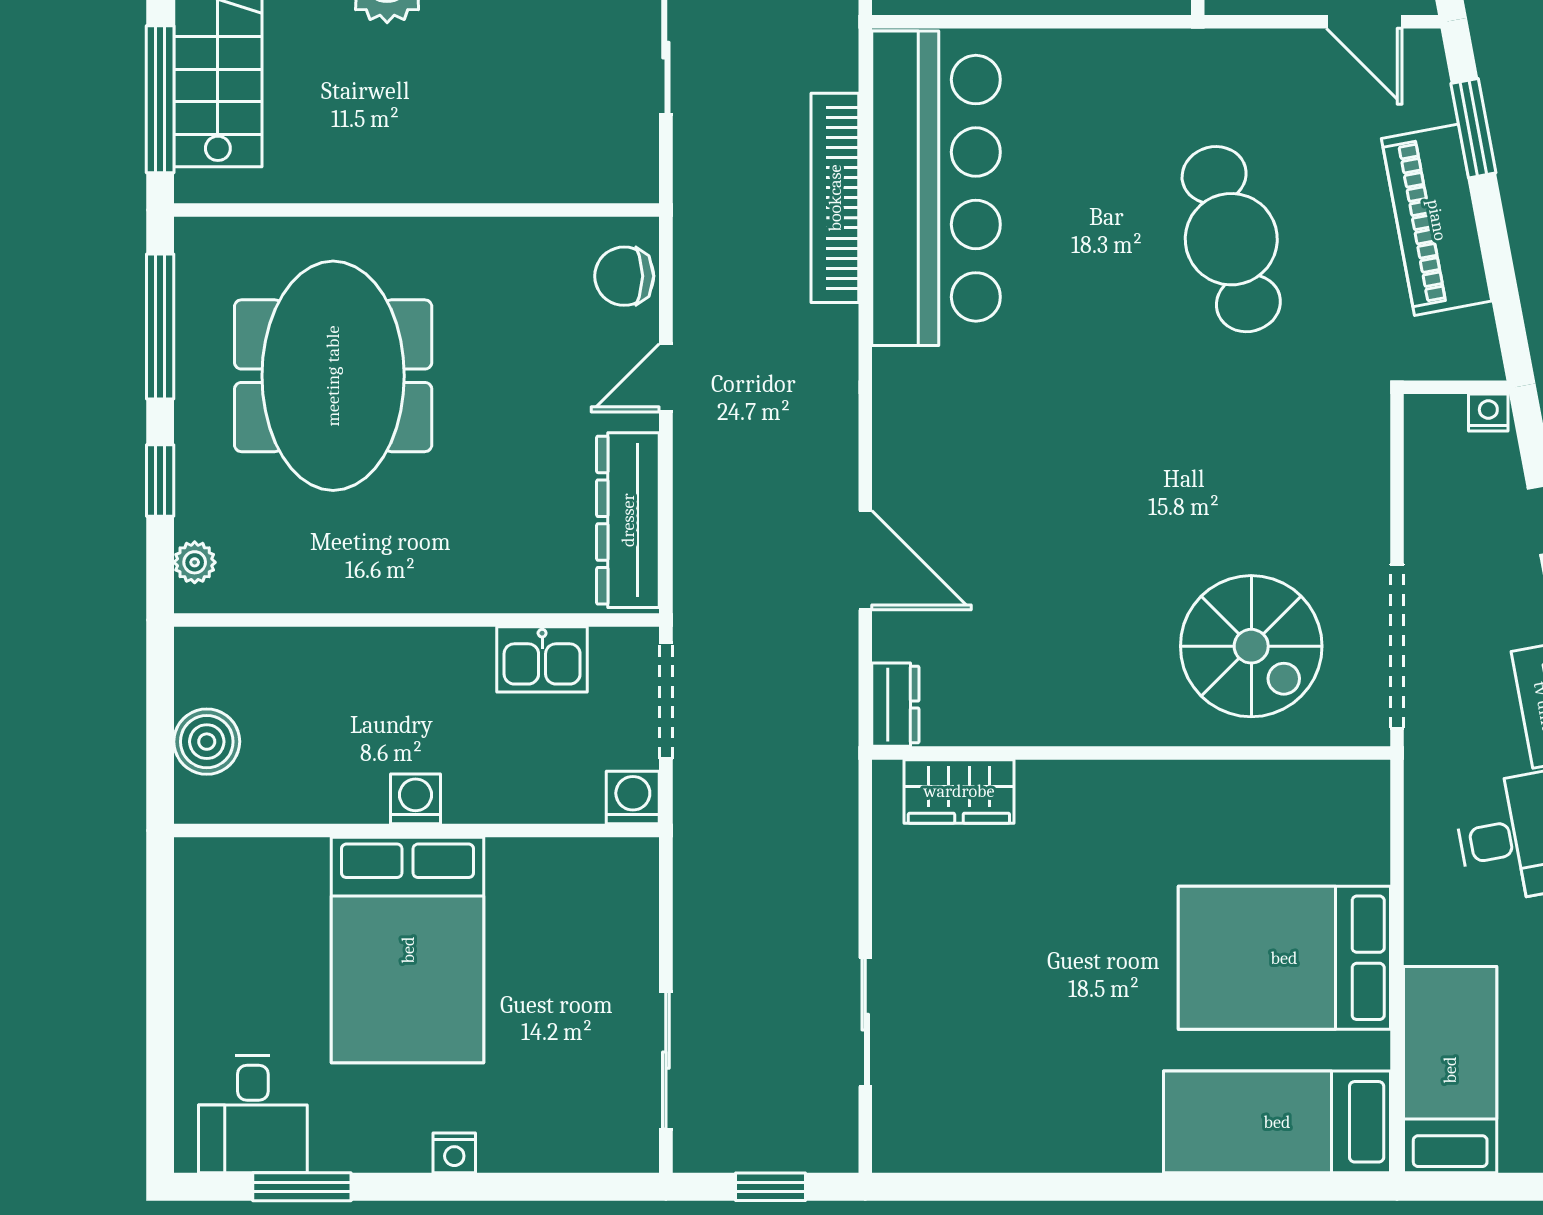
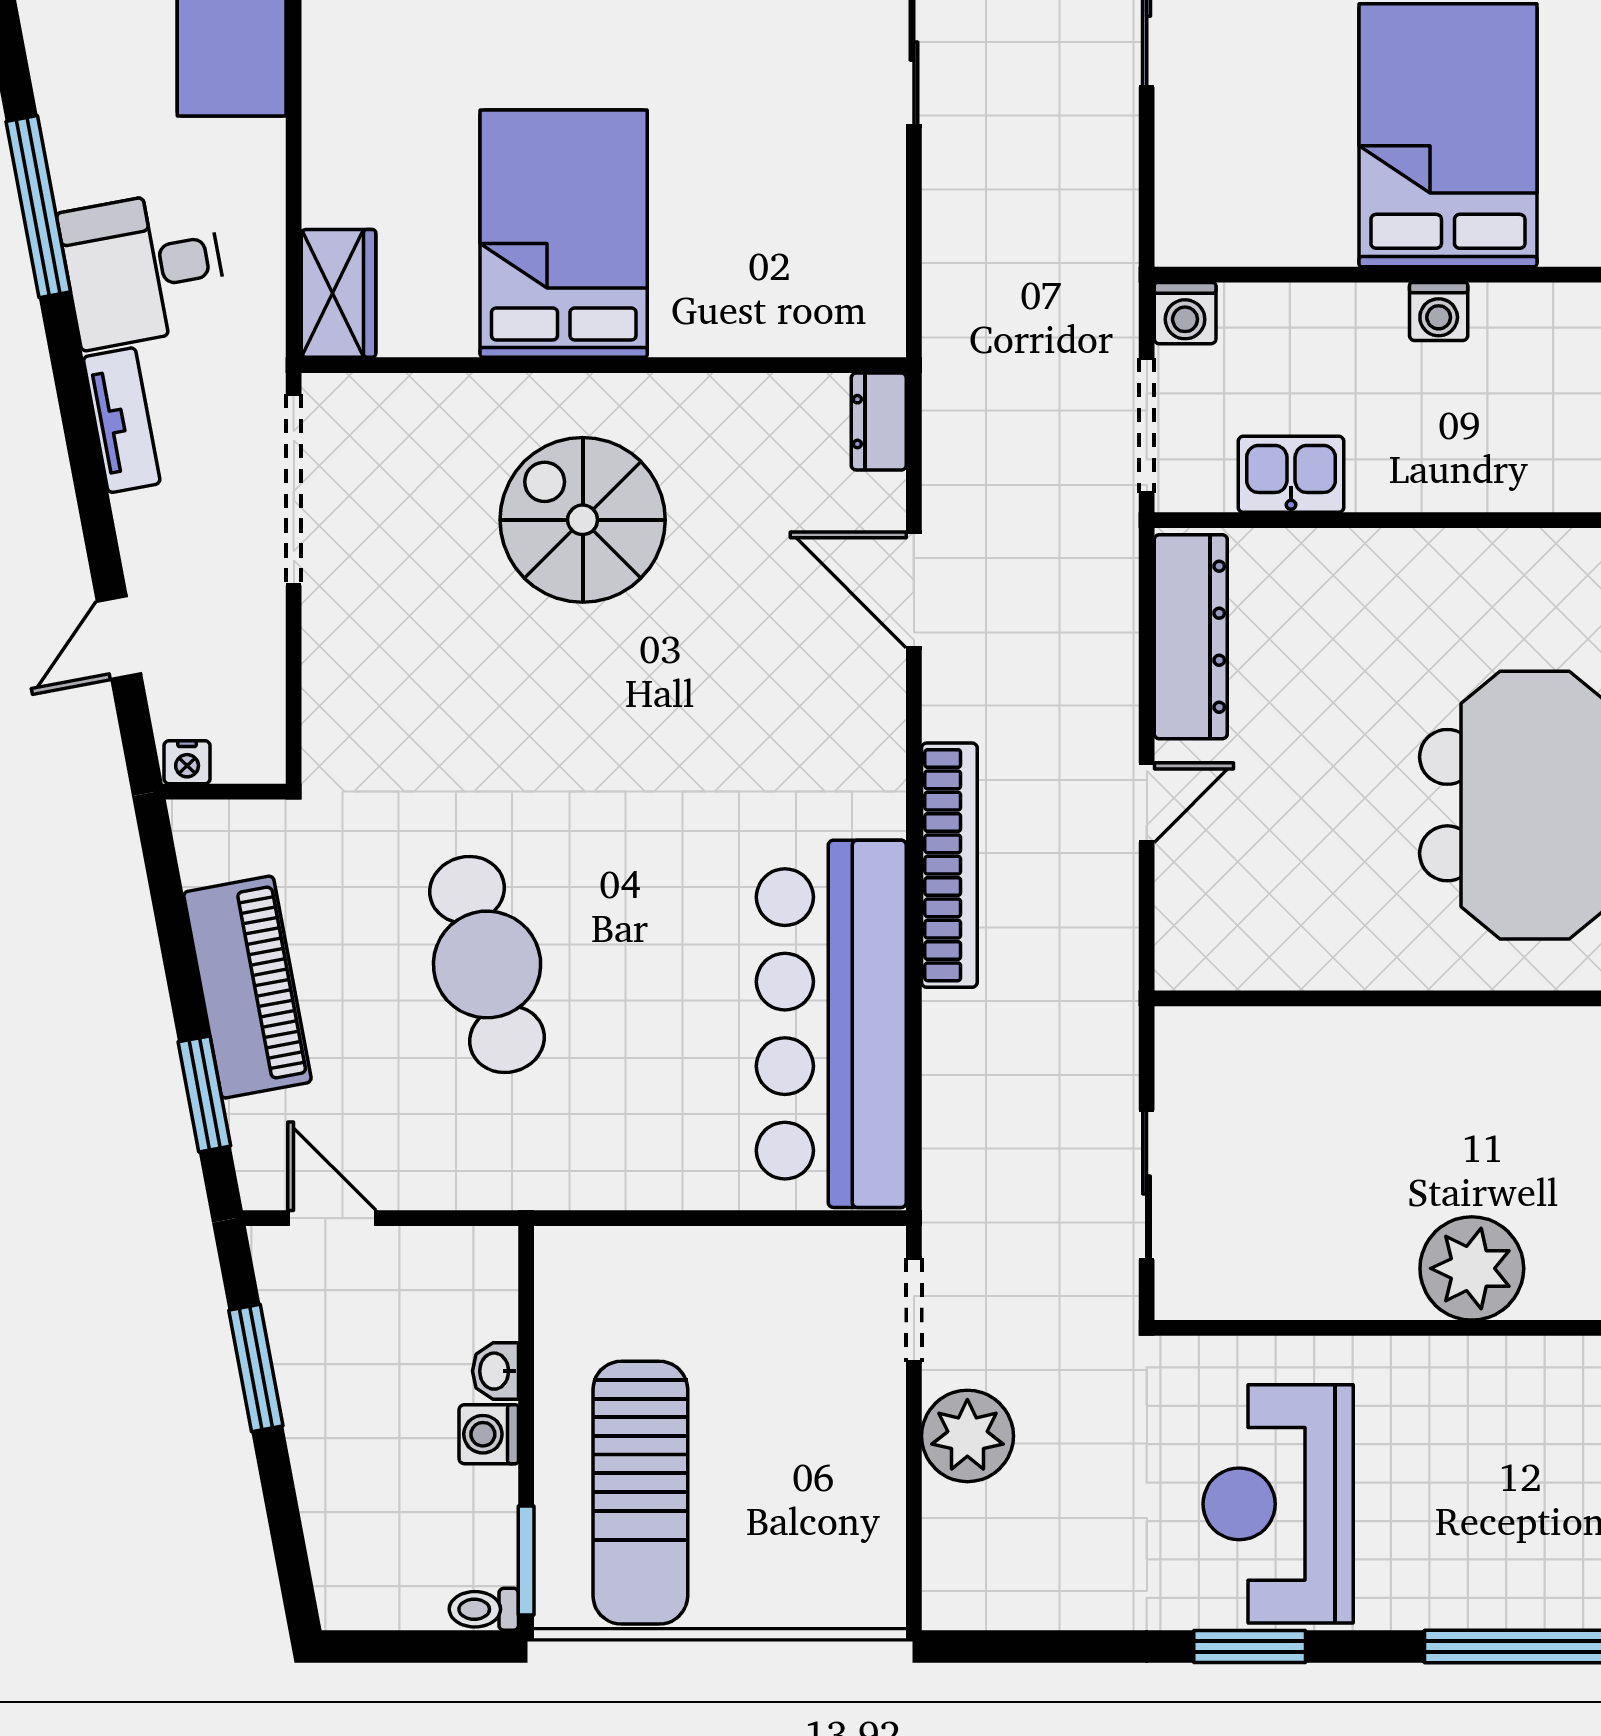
bookcase: (835, 198) -> (949, 865), moved
chair: (624, 276) -> (1195, 921), removed
spiral stairs: (1251, 646) -> (583, 520), moved
wardrobe: (959, 791) -> (338, 293), moved, turned 90
bed: (1284, 958) -> (564, 234), moved, turned -90

